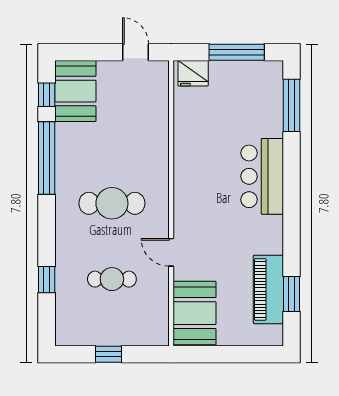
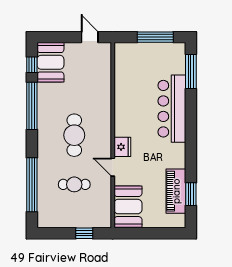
fridge: (193, 73) -> (122, 147), moved, turned -90
bar counter: (262, 176) -> (172, 109), width x1.36
cafe table: (112, 203) -> (74, 135), turned 90
window: (47, 280) -> (32, 185), width x3.17
window: (108, 354) -> (84, 233), moved

